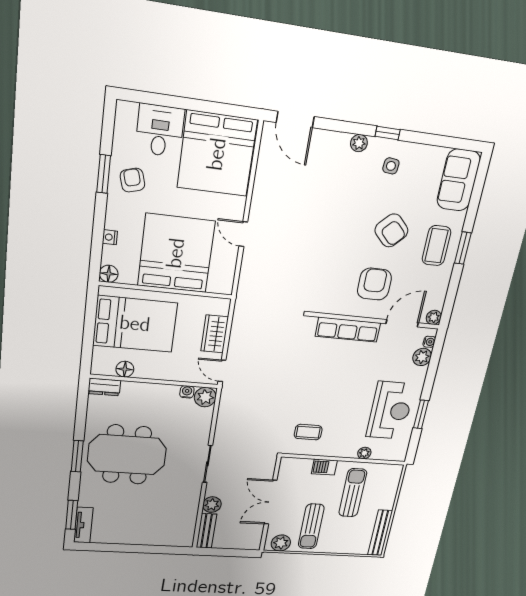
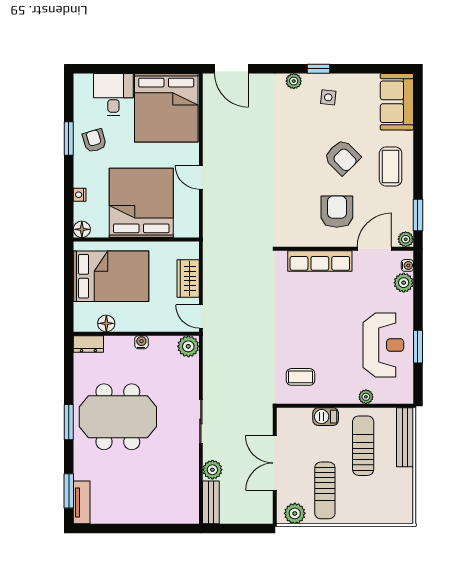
window: (463, 248) -> (418, 215), moved
water cooler: (187, 392) -> (141, 342), moved
bench: (380, 533) -> (405, 437), moved

